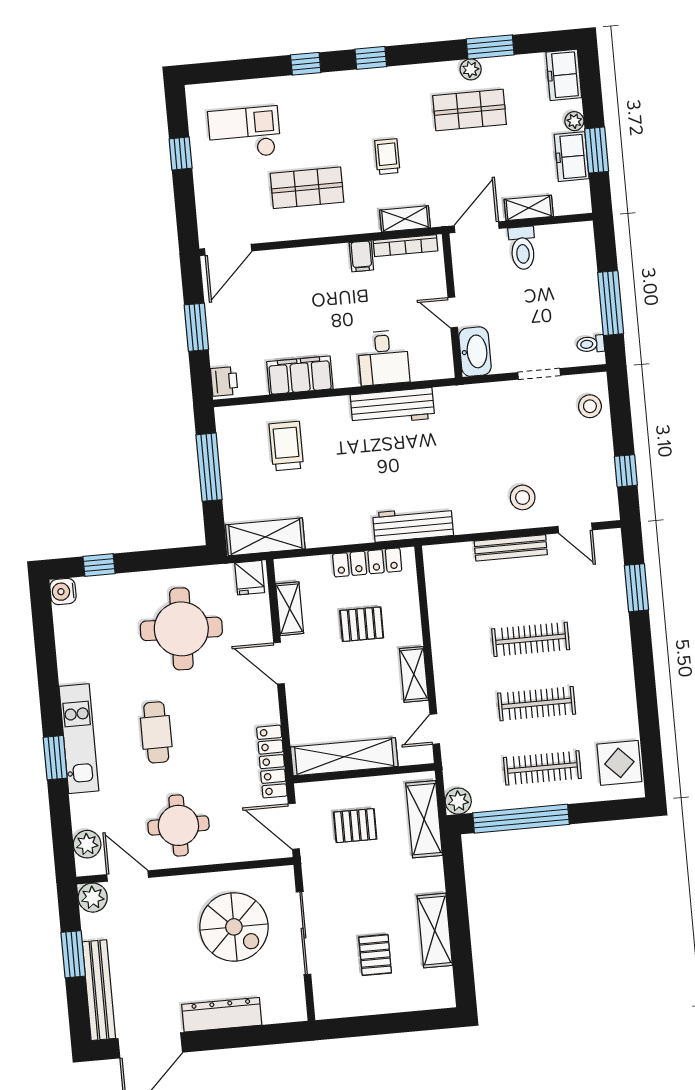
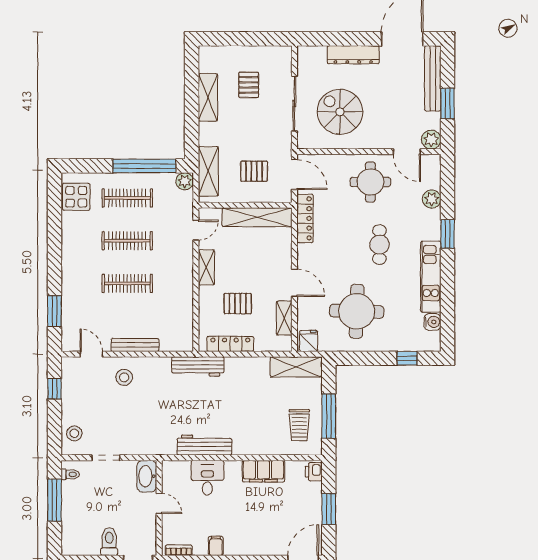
bookcase: (405, 246) -> (179, 550), width x0.64
trolley: (286, 446) -> (299, 425), moved
water cooler: (63, 591) -> (432, 322), moved
kitchen unit: (79, 739) -> (431, 277), moved
plant: (87, 844) -> (432, 199), moved

